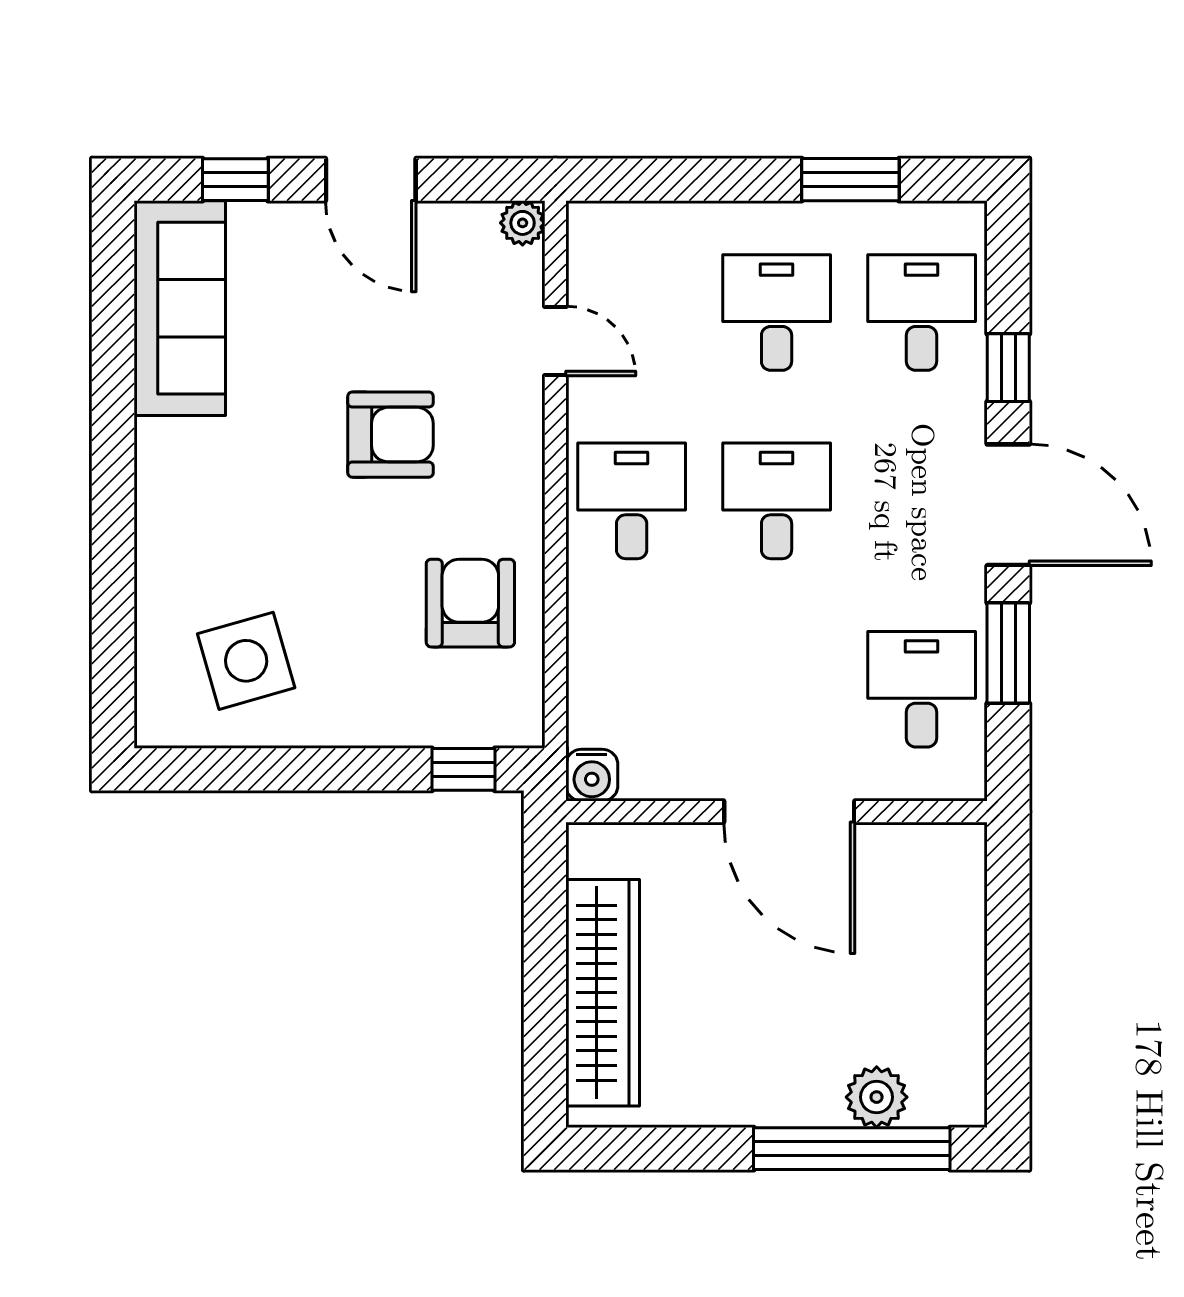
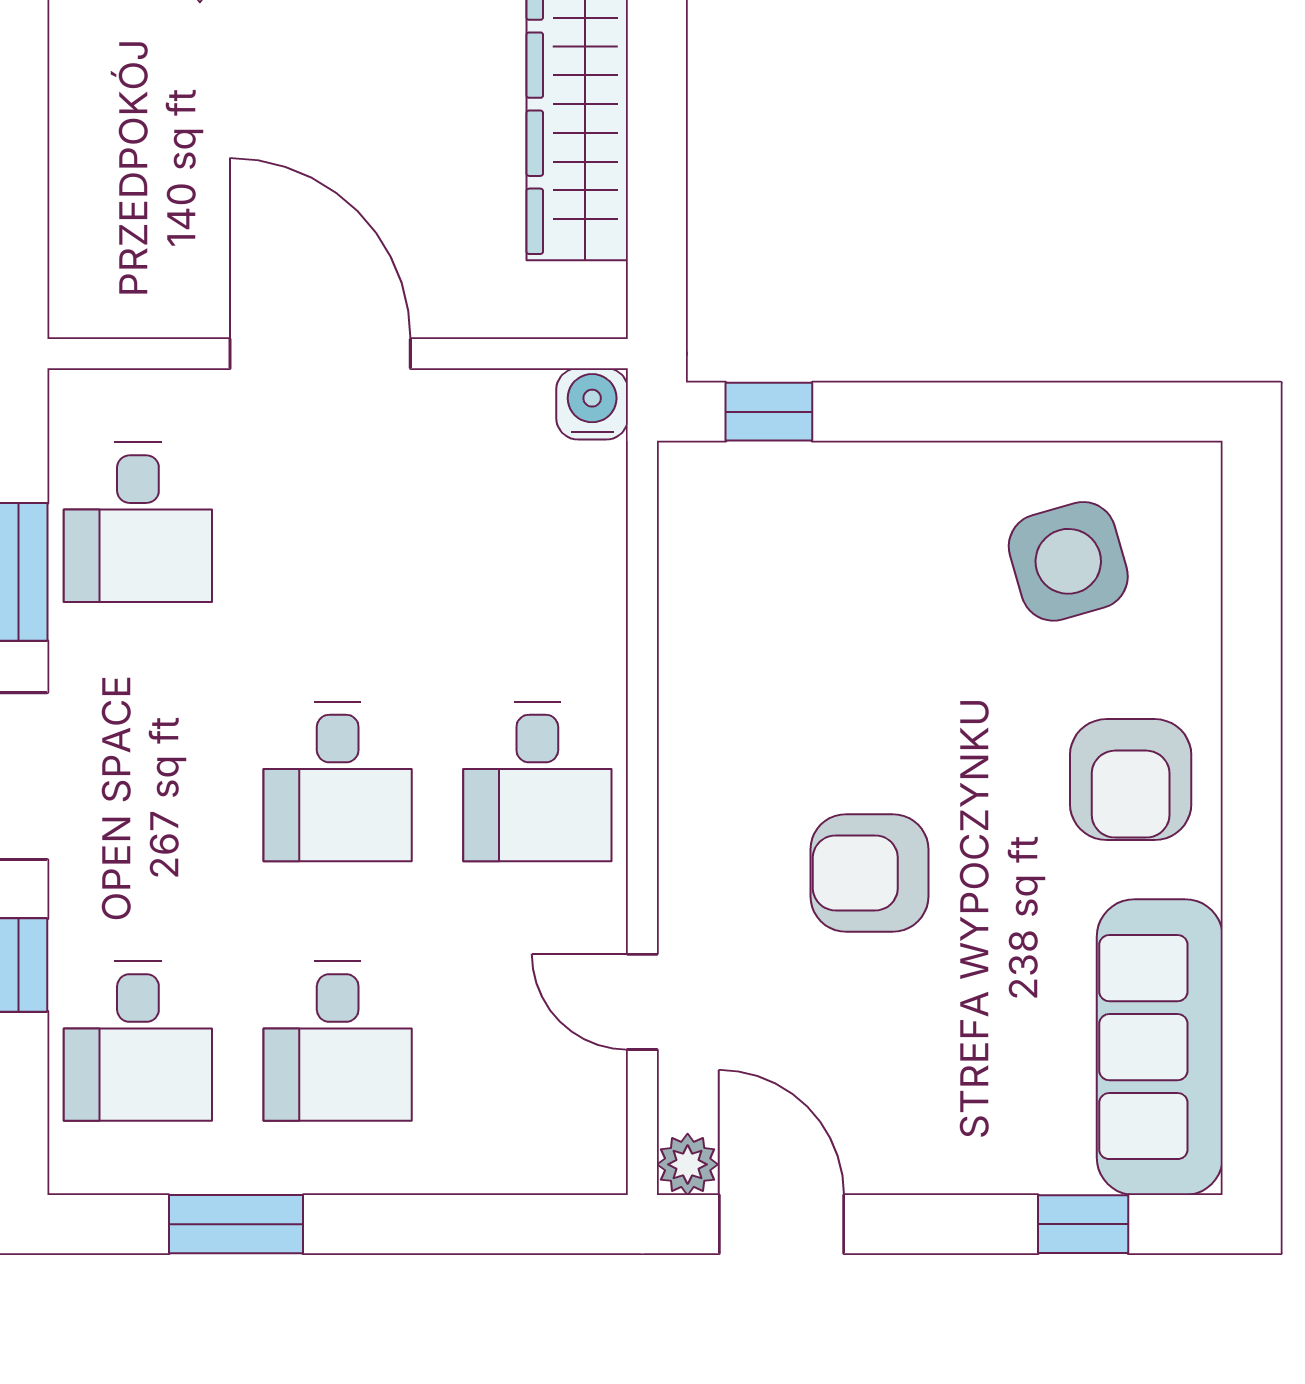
door: (371, 180) -> (781, 1224), moved
armchair: (470, 603) -> (1131, 780), moved

